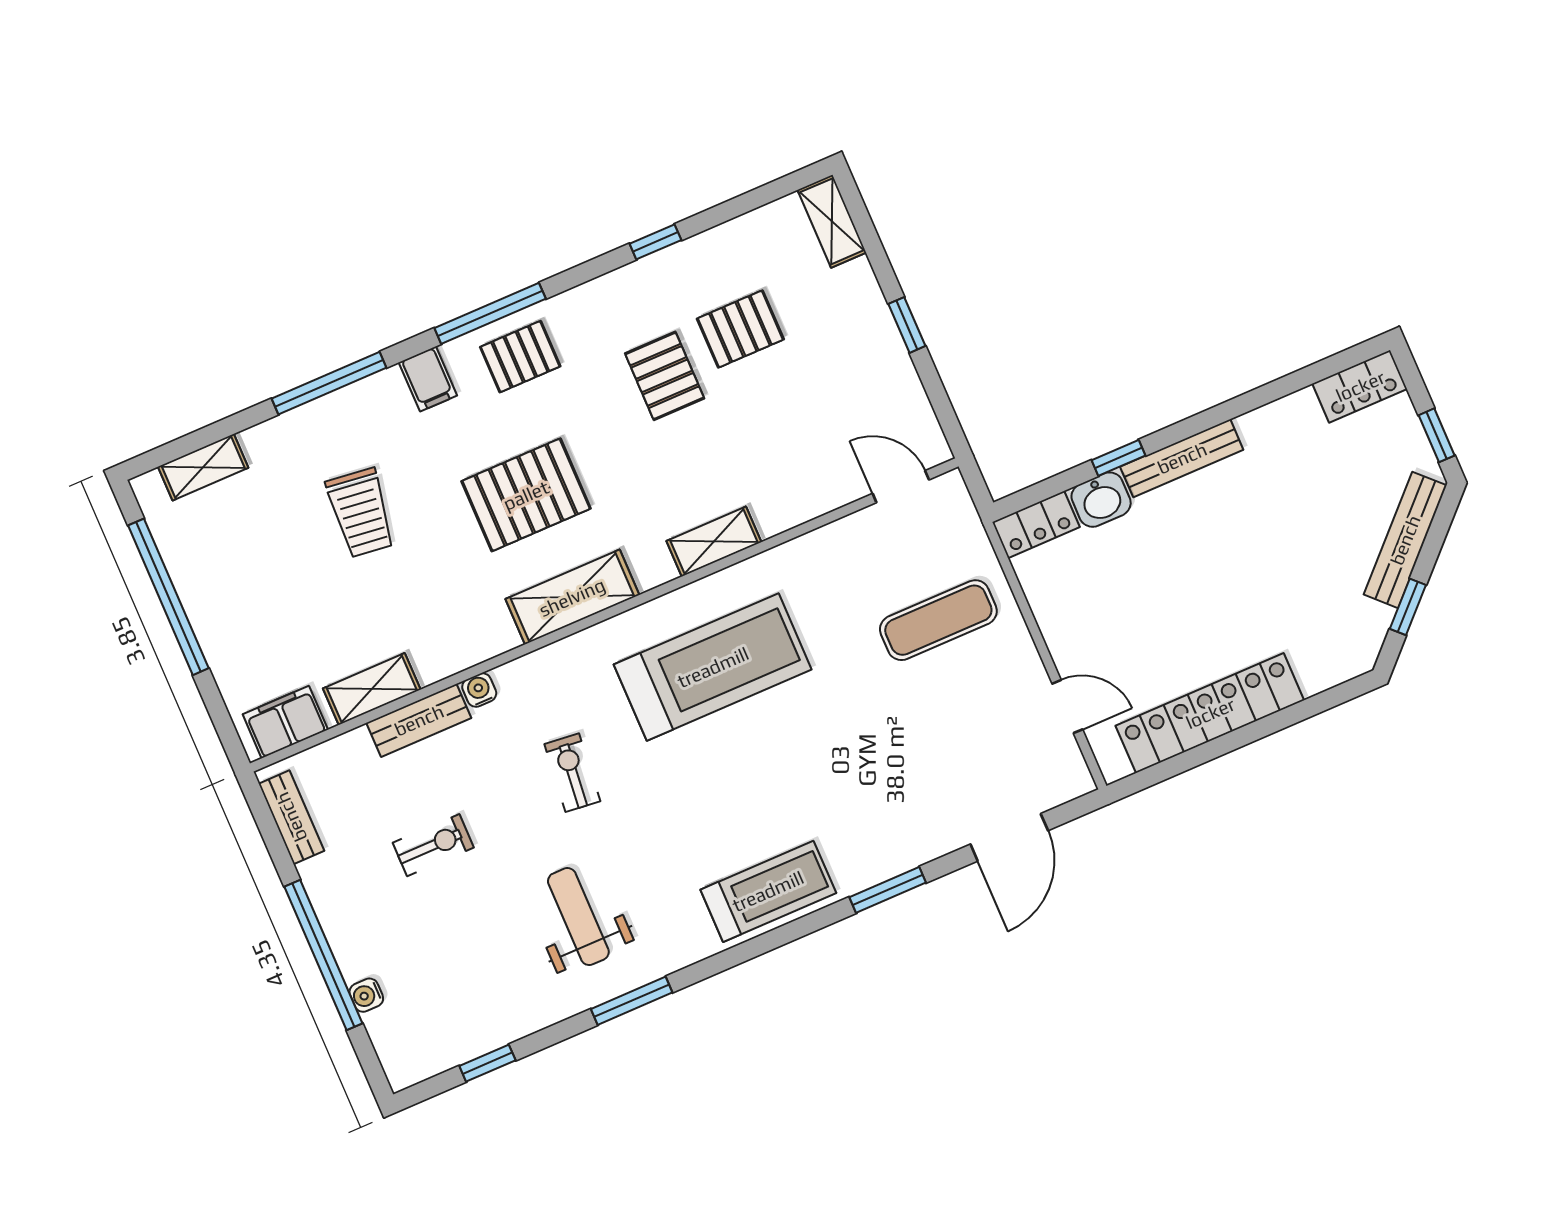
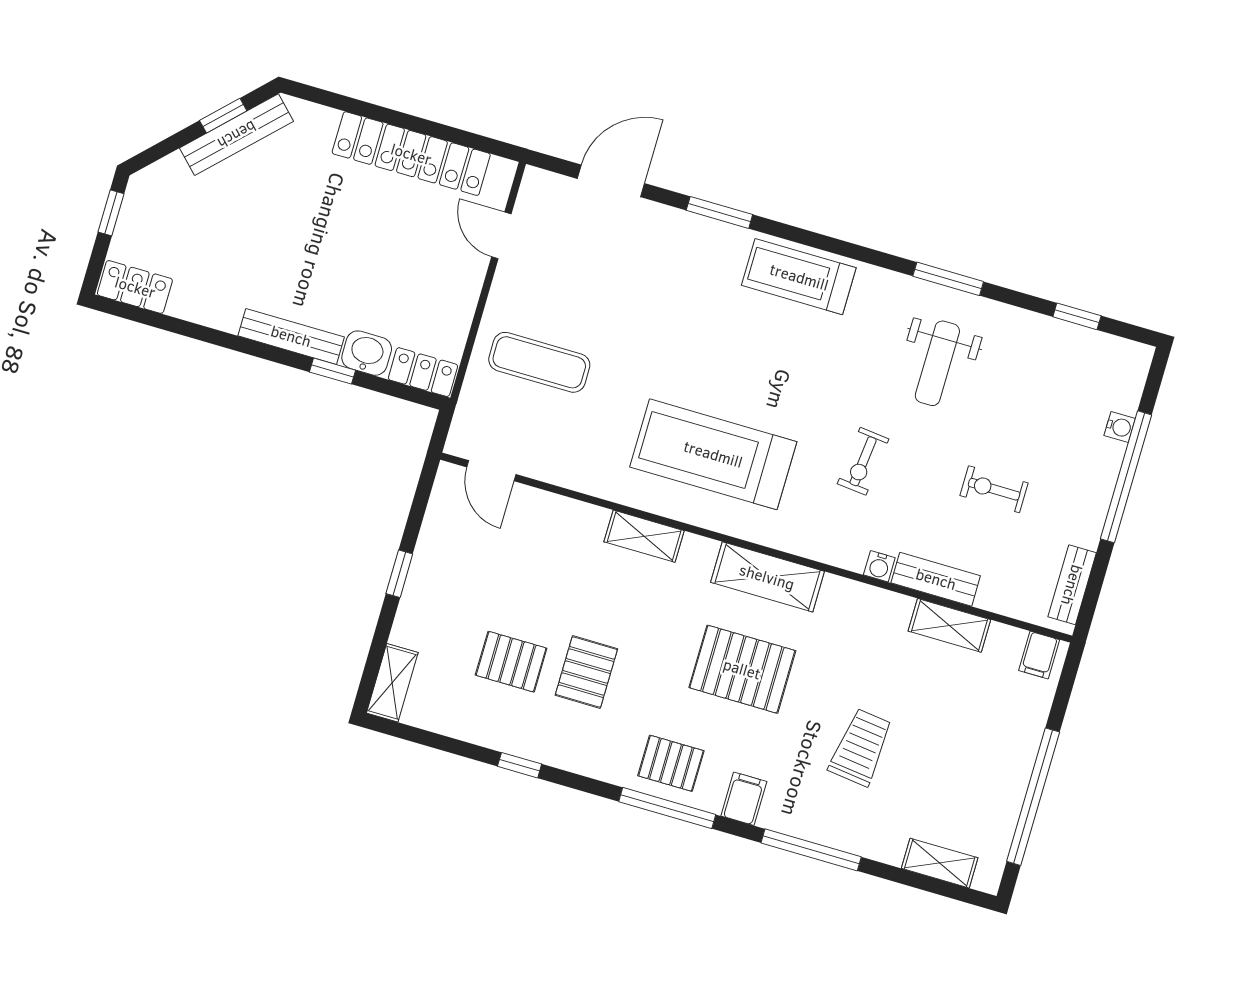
bench: (1405, 540) -> (237, 135), moved
filing cabinet: (285, 722) -> (1039, 655), width x0.50

